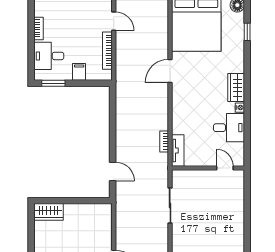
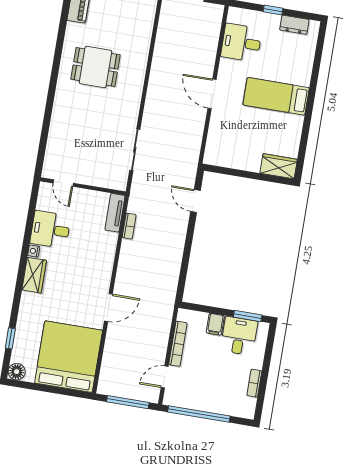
door: (114, 21) -> (165, 377), hinge flipped
desk: (49, 56) -> (239, 336), moved, turned -90

